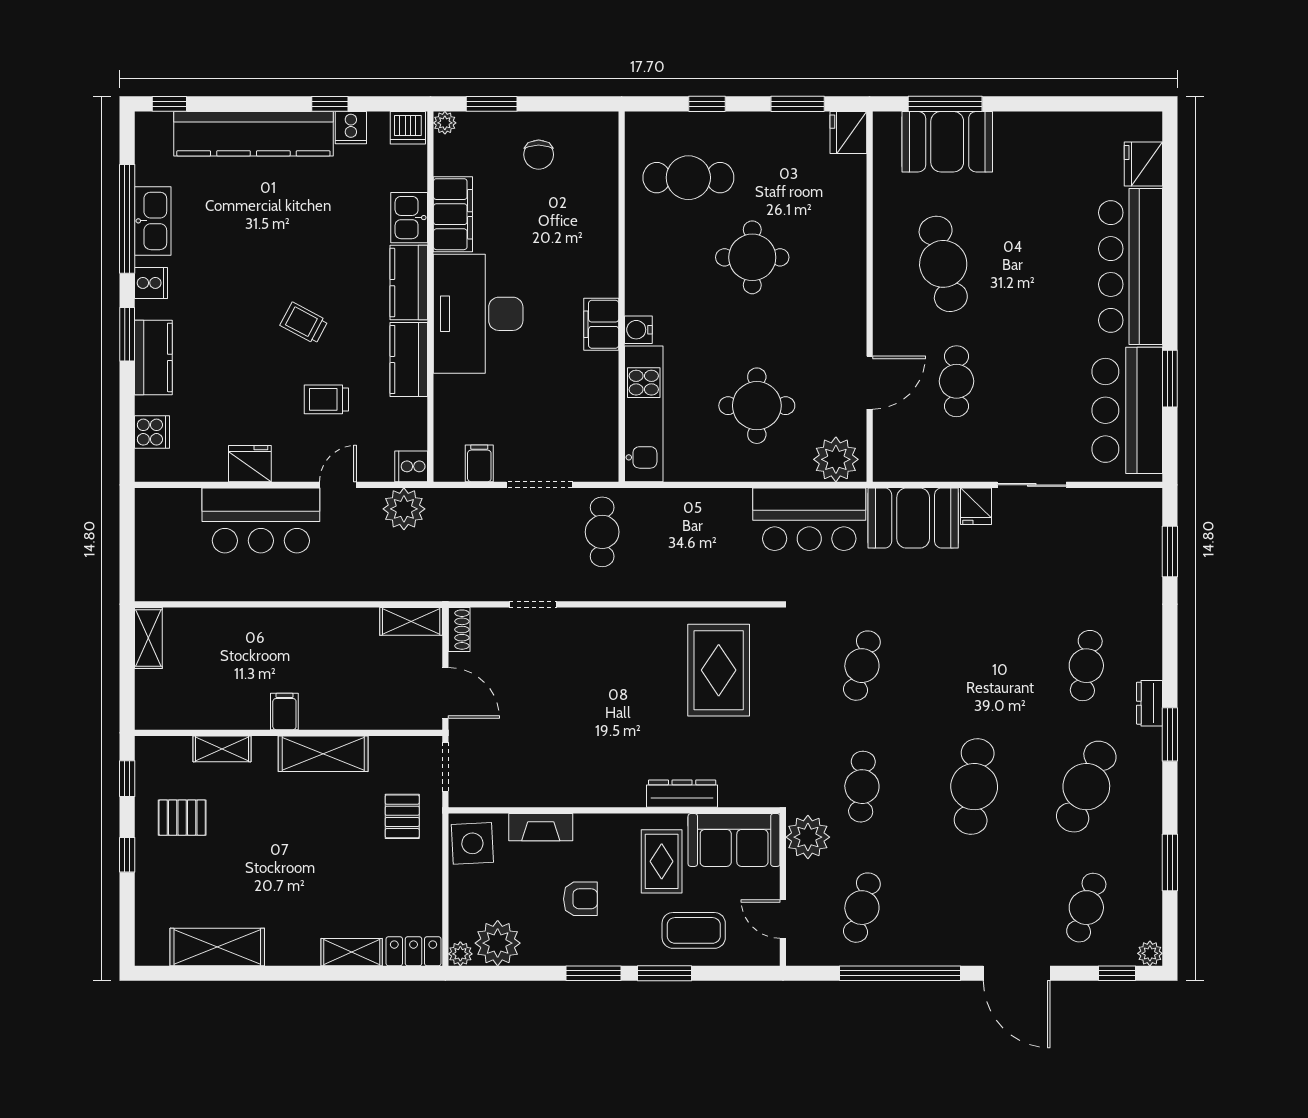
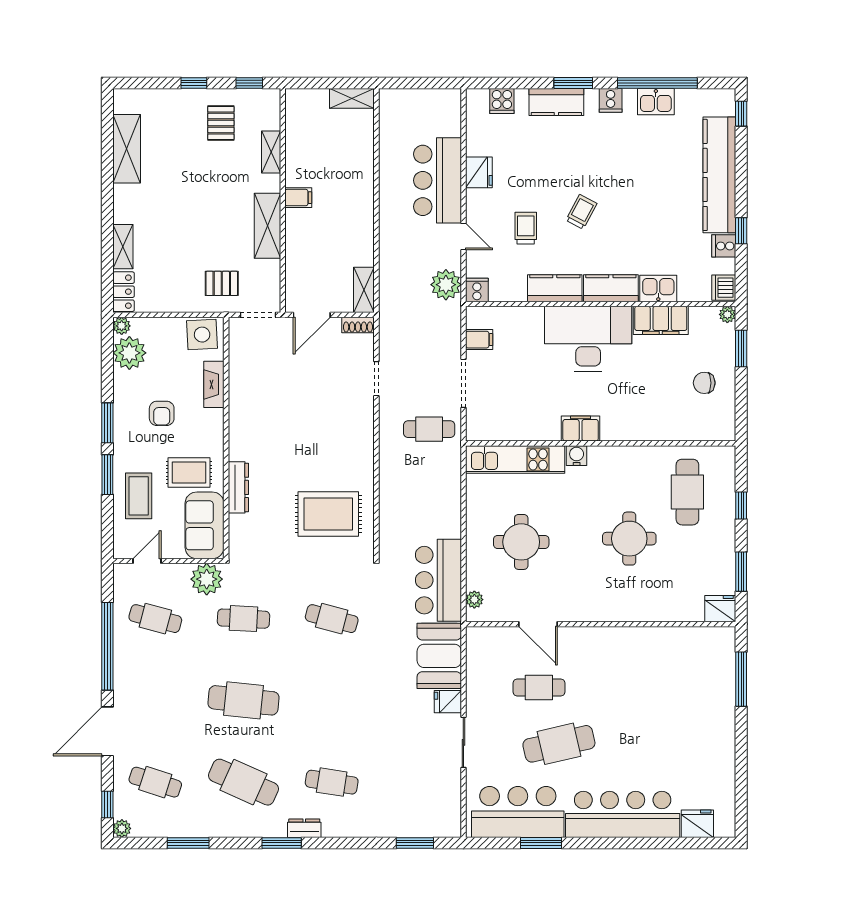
booth: (947, 142) -> (714, 681), removed
kitchen sink: (153, 221) -> (656, 102), width x0.73
cafe table: (943, 264) -> (559, 744), moved
plant: (836, 459) -> (474, 600), width x0.53, depth x0.53

